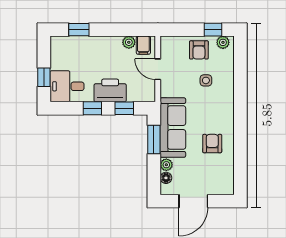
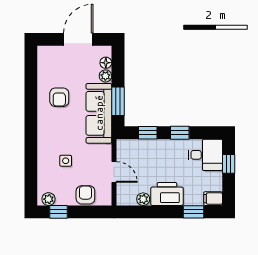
filing cabinet: (143, 45) -> (213, 199), moved, turned -90
armchair: (199, 50) -> (85, 195), moved
printer: (110, 90) -> (167, 194), moved, turned 180

